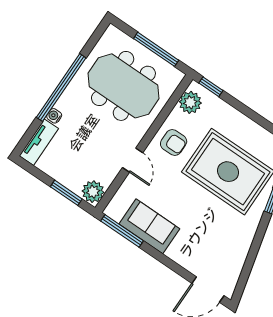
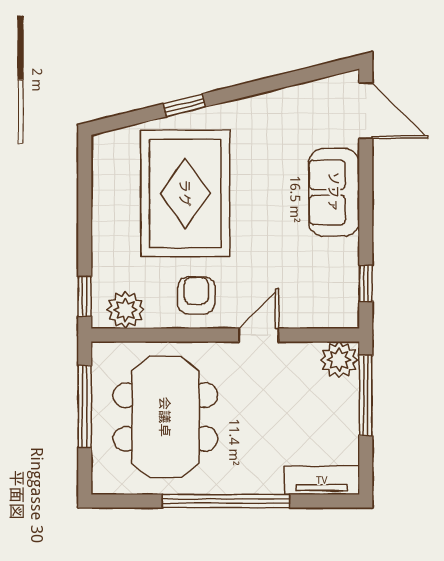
water cooler: (54, 116) -> (271, 484), removed
window: (66, 193) -> (366, 396), width x1.44
sofa: (149, 226) -> (334, 192), moved
window: (122, 231) -> (366, 283), width x0.46

